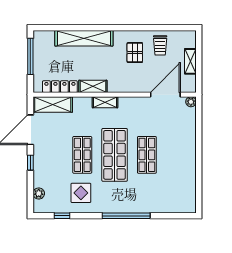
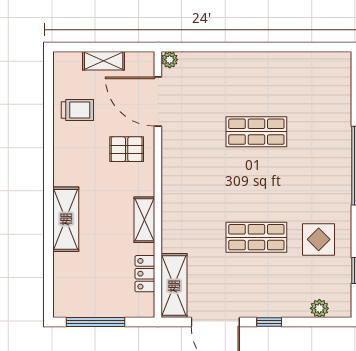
shelving: (84, 38) -> (66, 219), width x0.68
pallet: (135, 53) -> (127, 149), moved
locker: (60, 87) -> (145, 274), width x0.66
shelving: (105, 102) -> (170, 200), removed
shop shelf: (115, 155) -> (256, 184), removed

